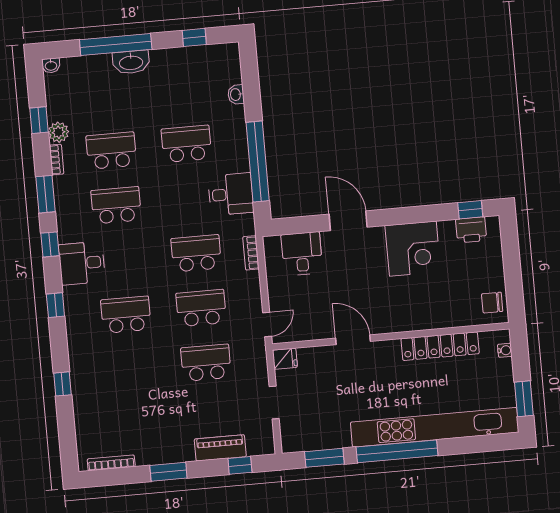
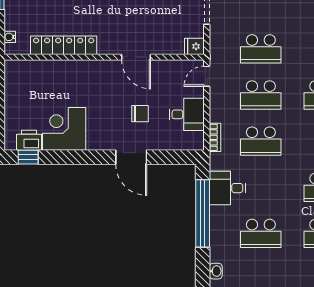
corner desk: (413, 249) -> (64, 129), moved
desk: (302, 254) -> (187, 114), moved, turned -90
chair: (492, 303) -> (140, 114), moved

